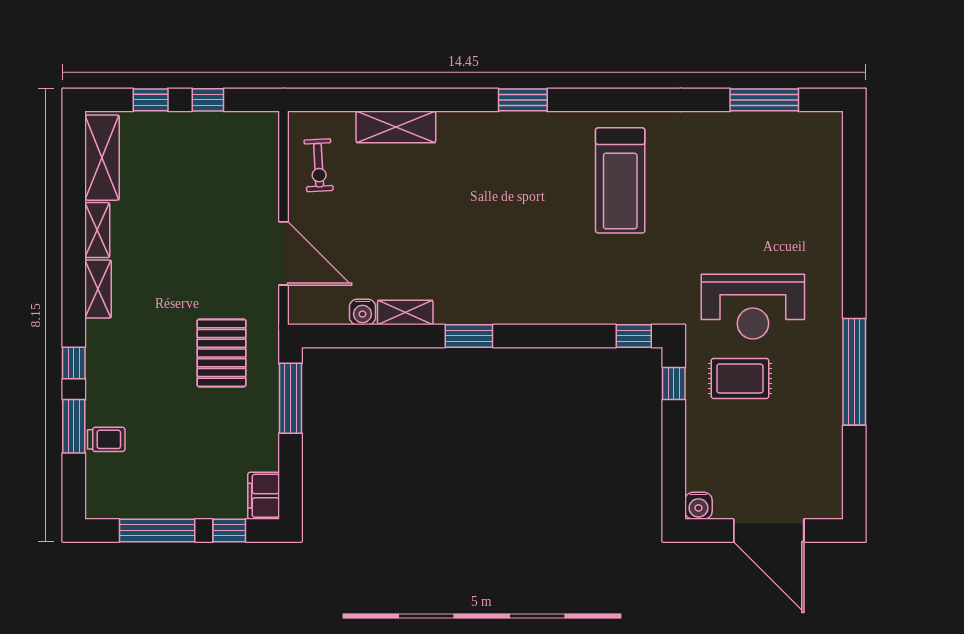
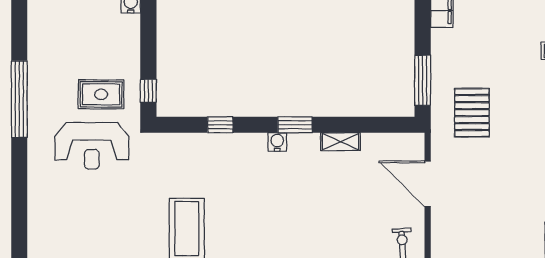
reception desk: (753, 307) -> (92, 146), turned 180
water cooler: (362, 312) -> (277, 142), moved
window: (634, 336) -> (220, 125), moved

